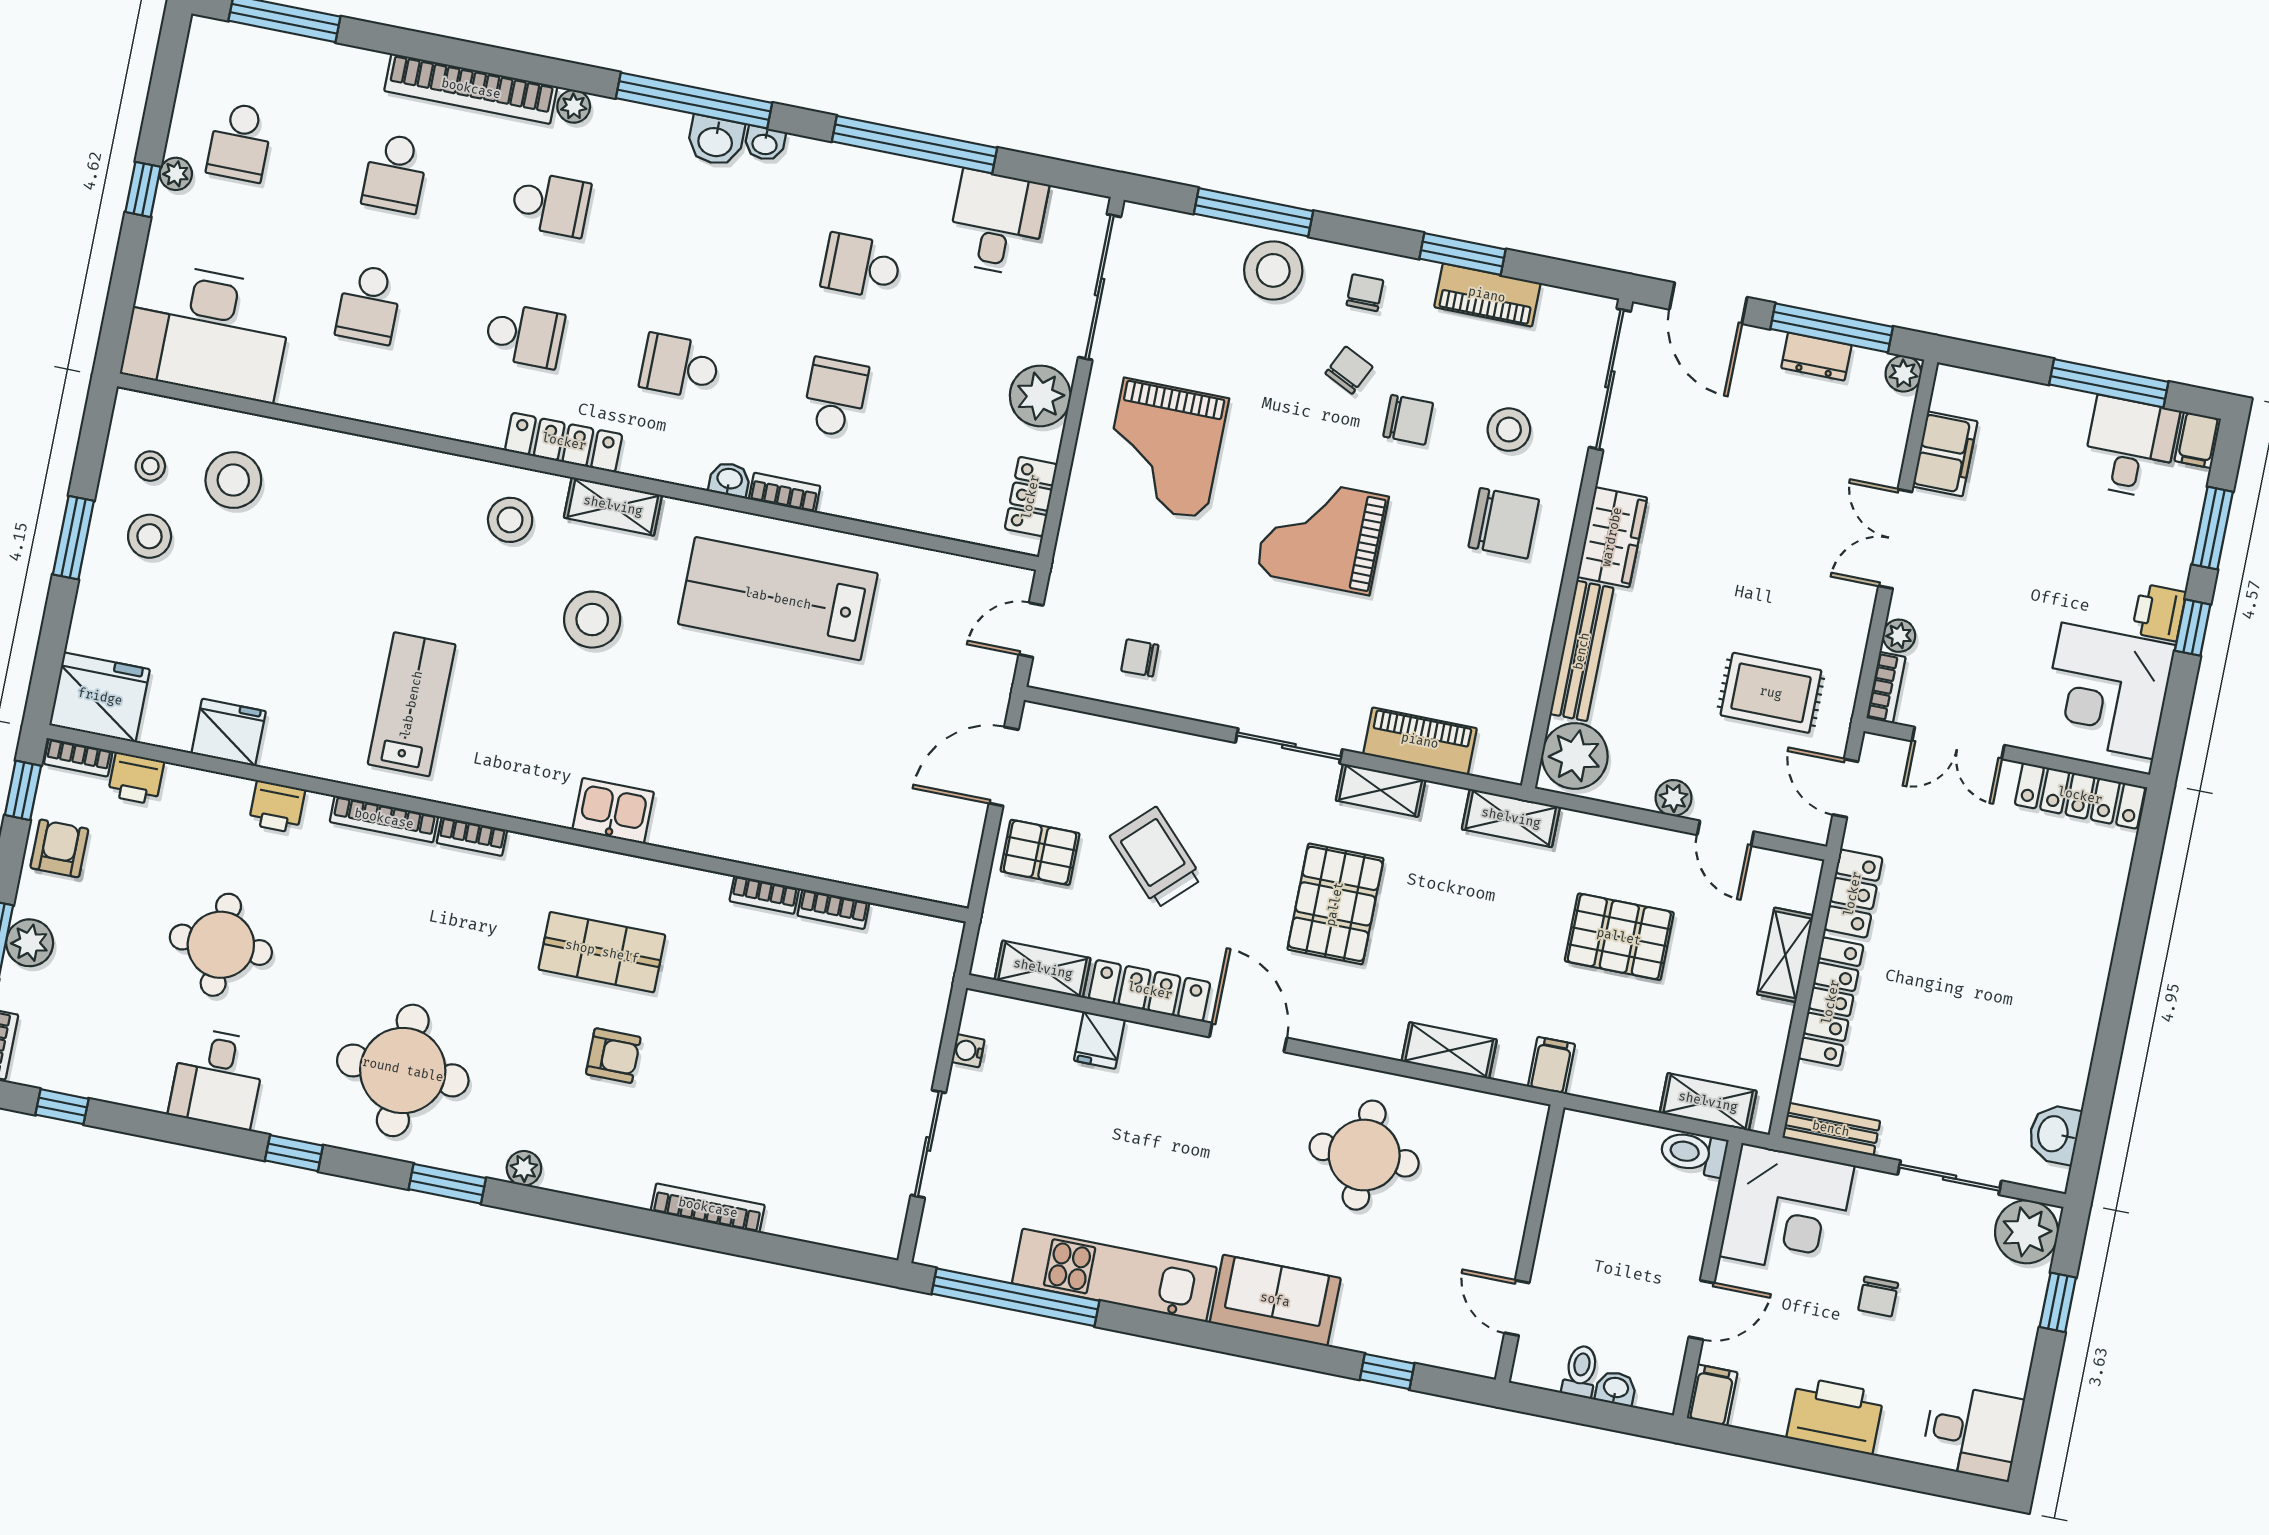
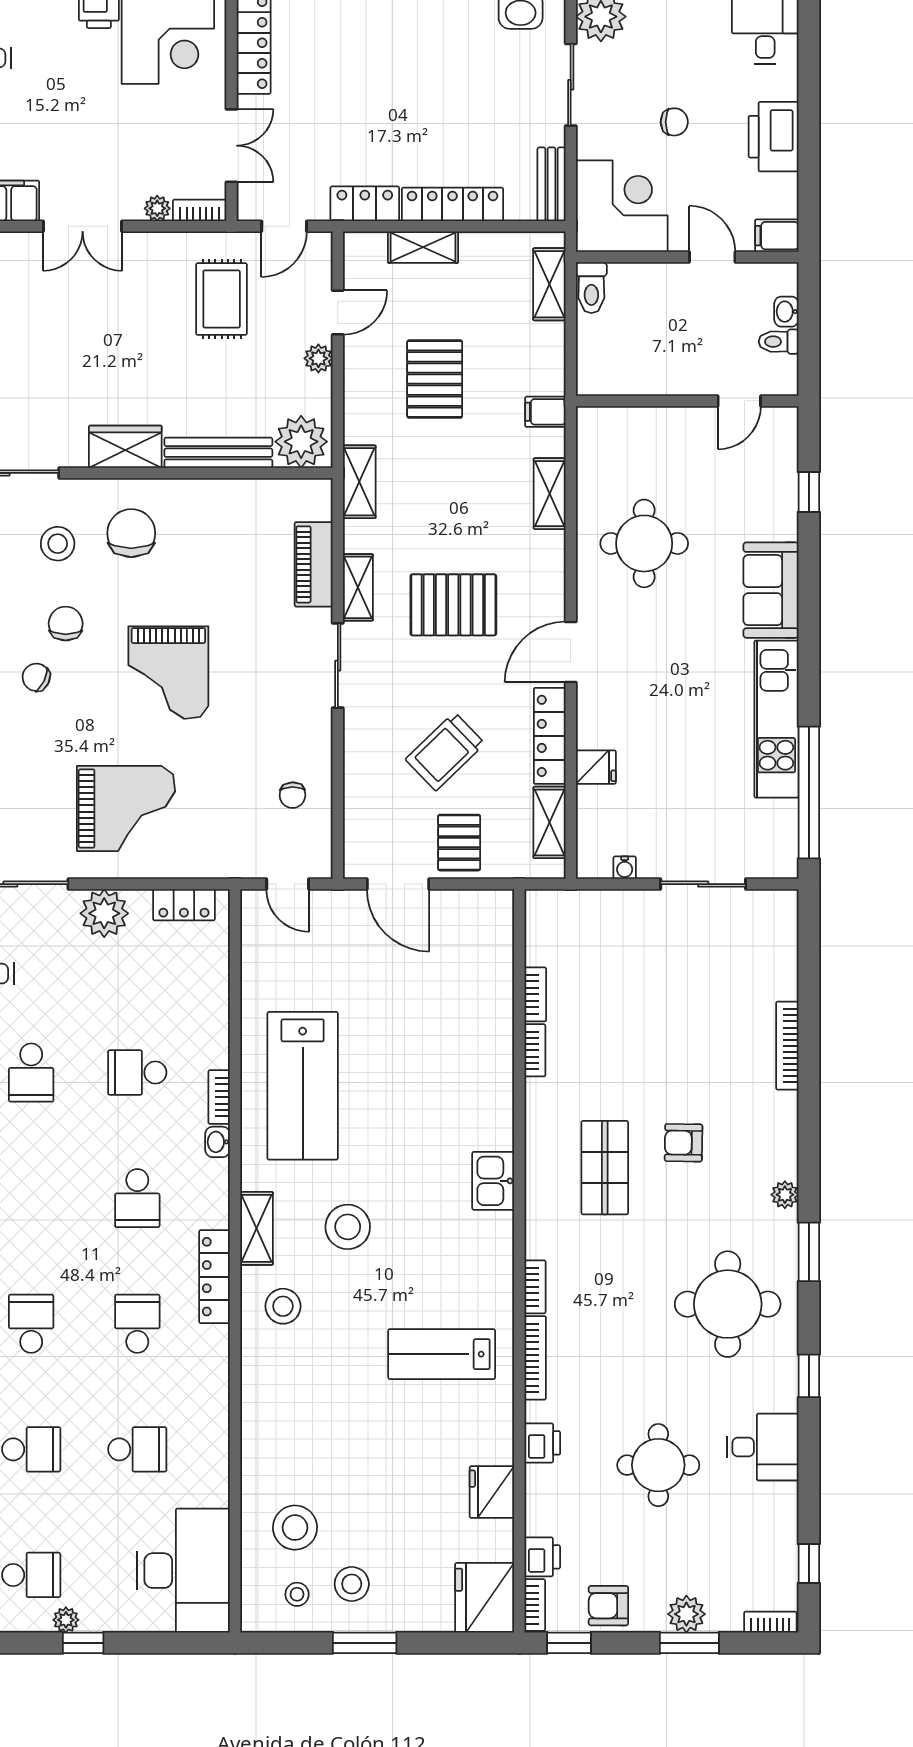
armchair: (613, 1056) -> (684, 1143), turned -89

